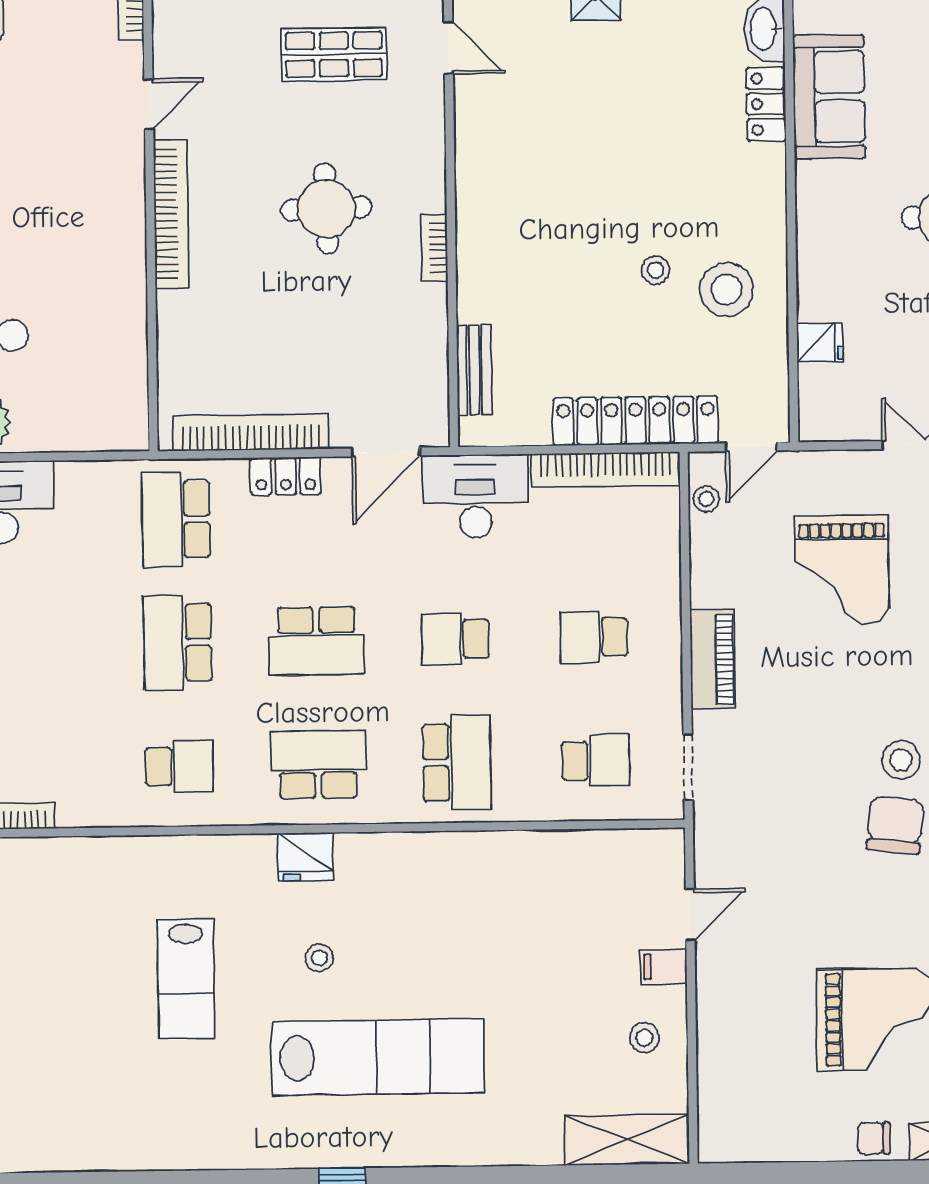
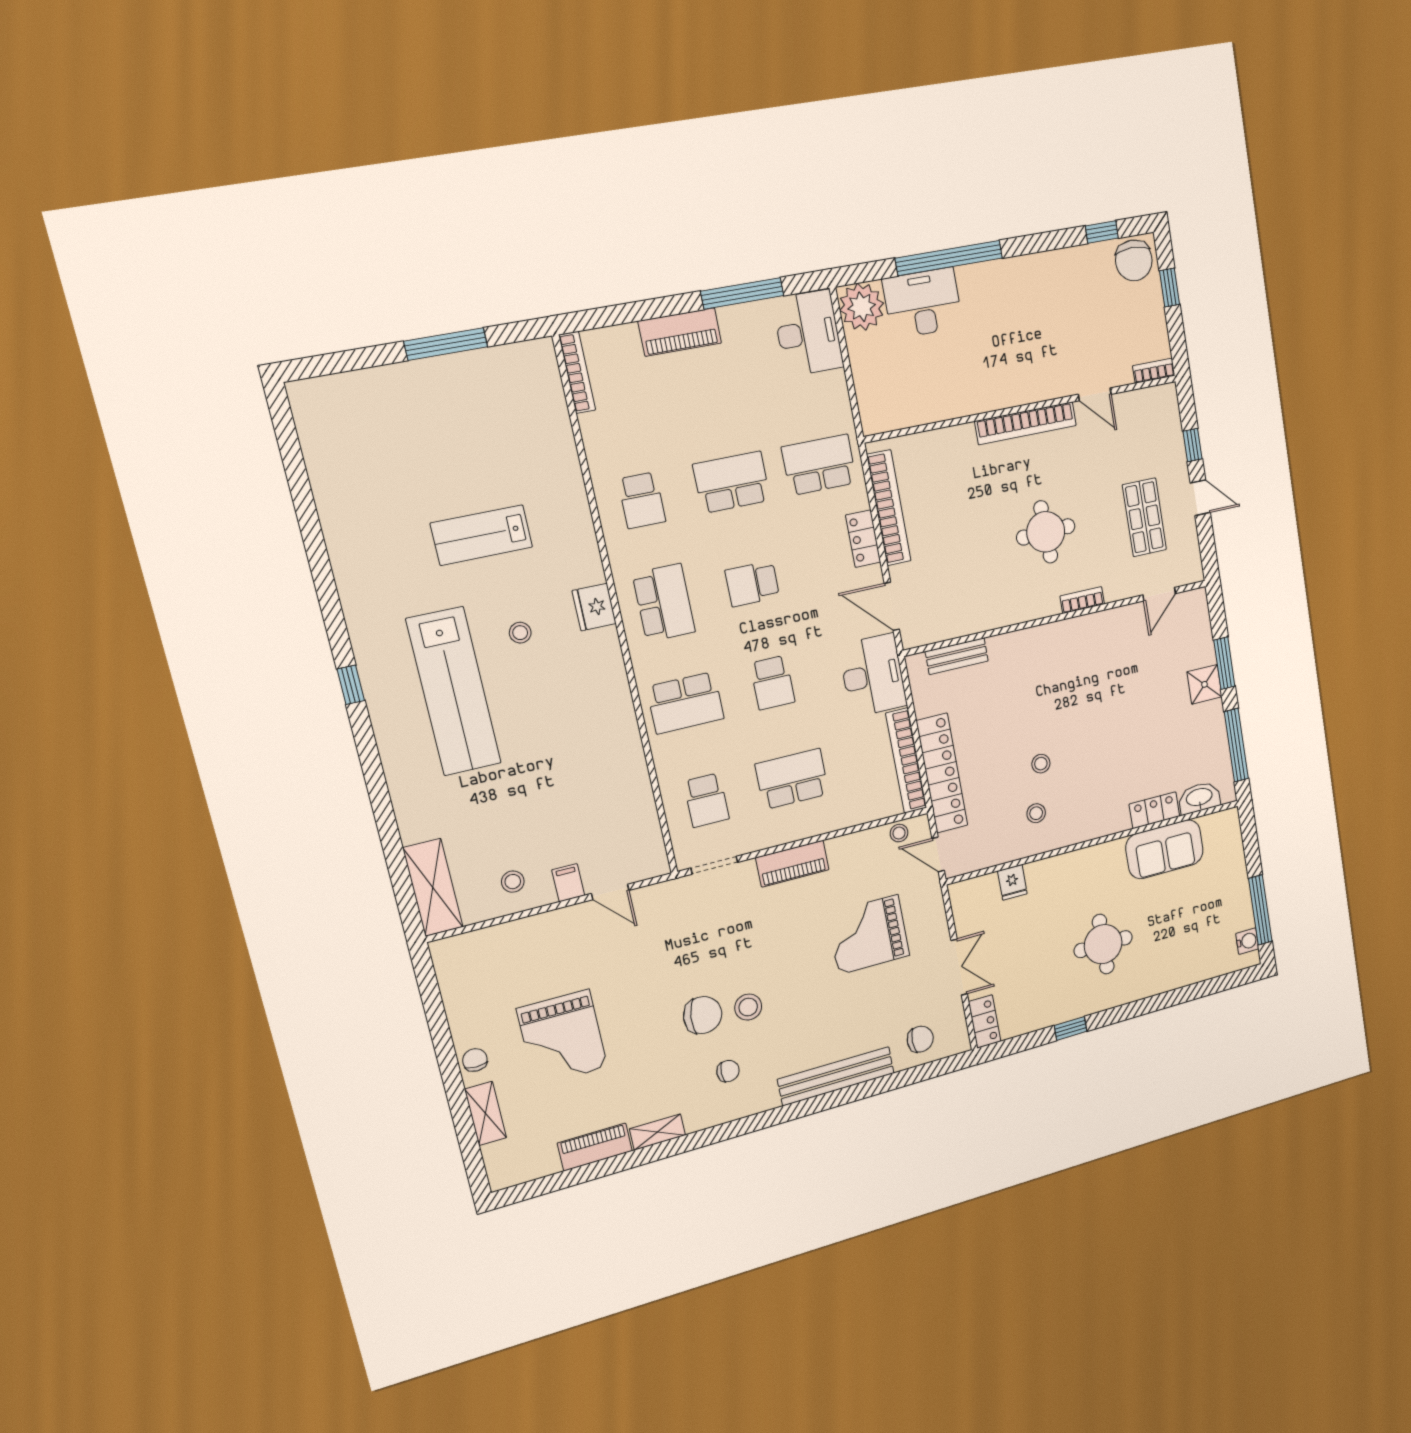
bookcase: (434, 248) -> (1082, 600), moved
stool: (727, 289) -> (1036, 813), width x0.53, depth x0.53
school desk: (594, 637) -> (792, 779), width x1.85
school desk: (455, 639) -> (772, 683), turned 180
school desk: (316, 641) -> (752, 584), width x0.54

